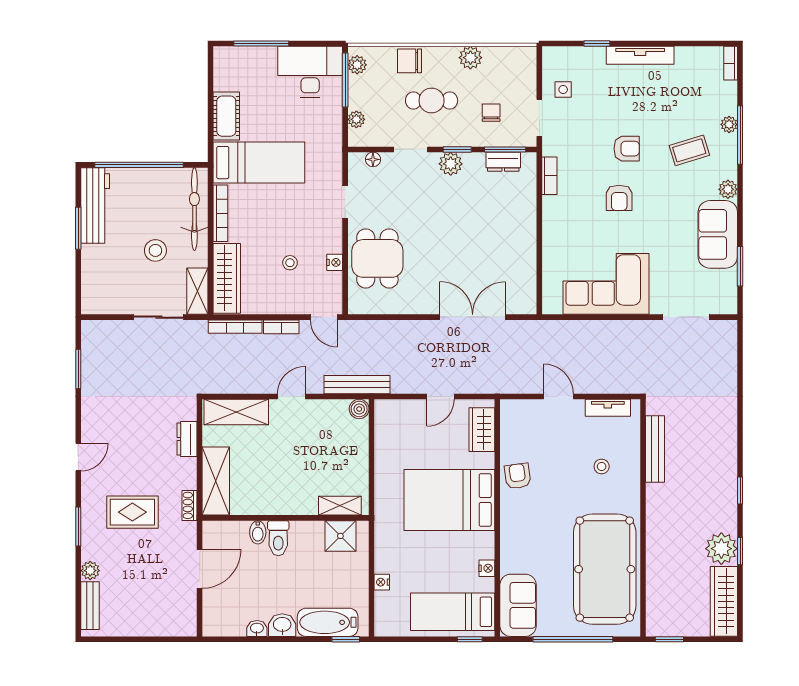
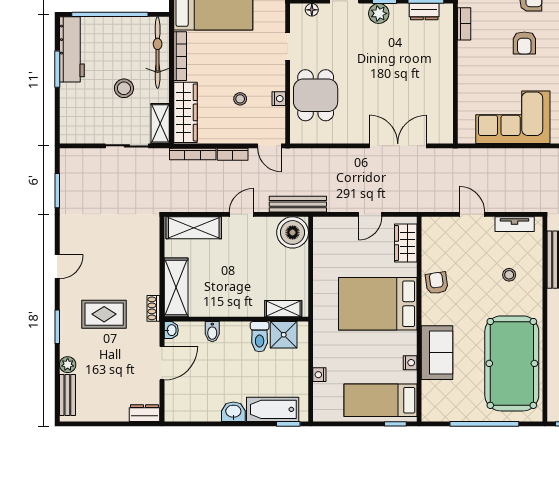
boiler: (359, 409) -> (293, 232), width x1.86, depth x1.86
dresser: (187, 439) -> (145, 413), moved, turned 90
toilet: (278, 538) -> (260, 337), moved
sofa: (518, 605) -> (437, 353), moved
washbasin: (257, 628) -> (171, 330), moved, turned 90

